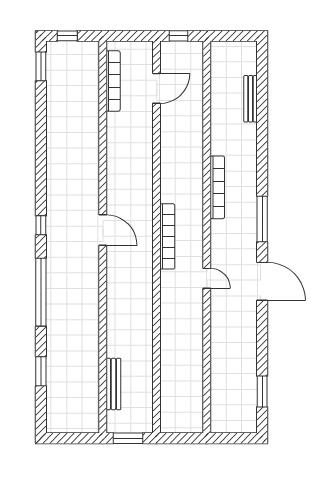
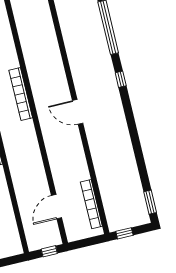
window: (67, 36) -> (124, 233), moved
door: (103, 230) -> (78, 112), moved

